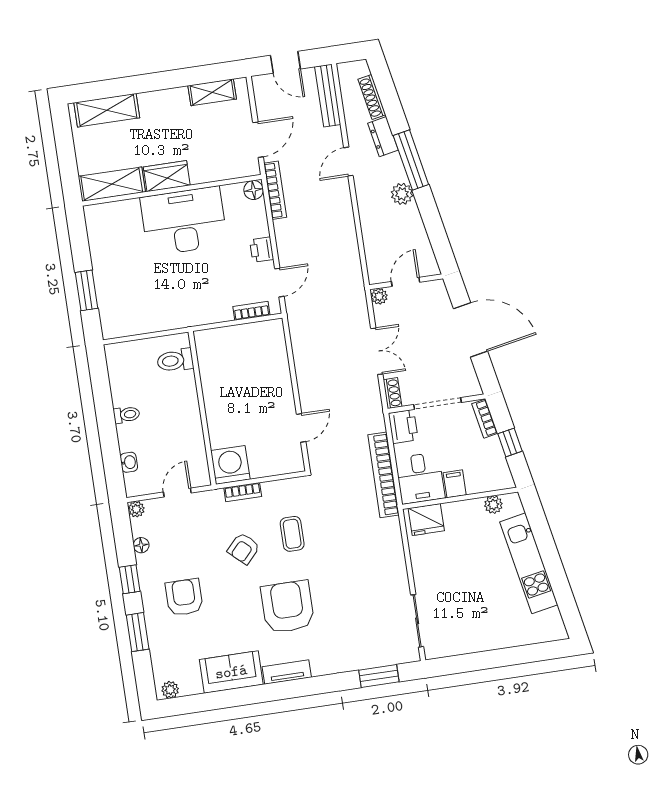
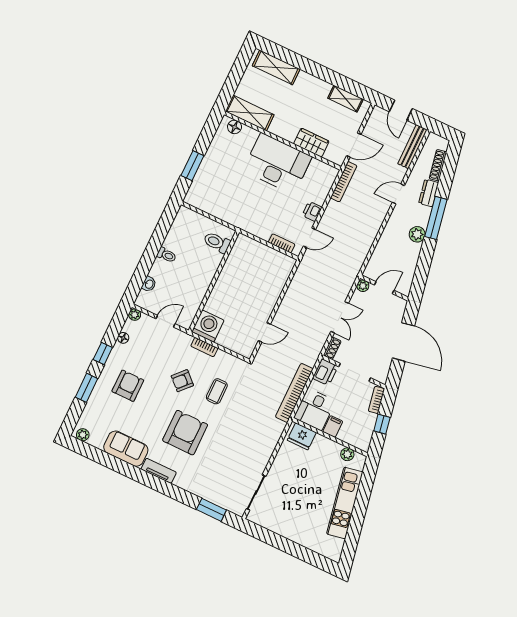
wardrobe: (167, 176) -> (311, 143), moved
floor lamp: (254, 190) -> (235, 127), moved

